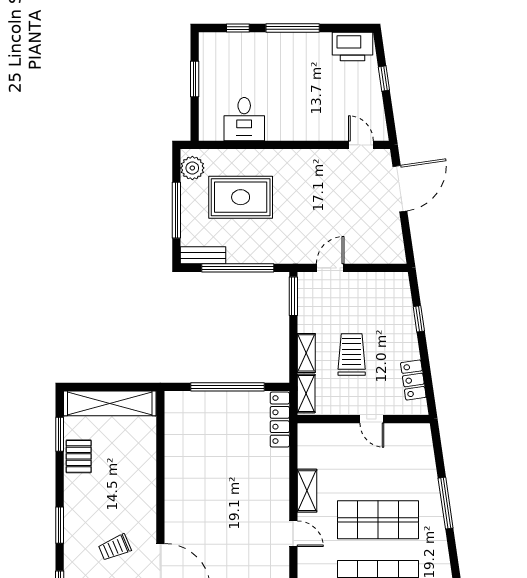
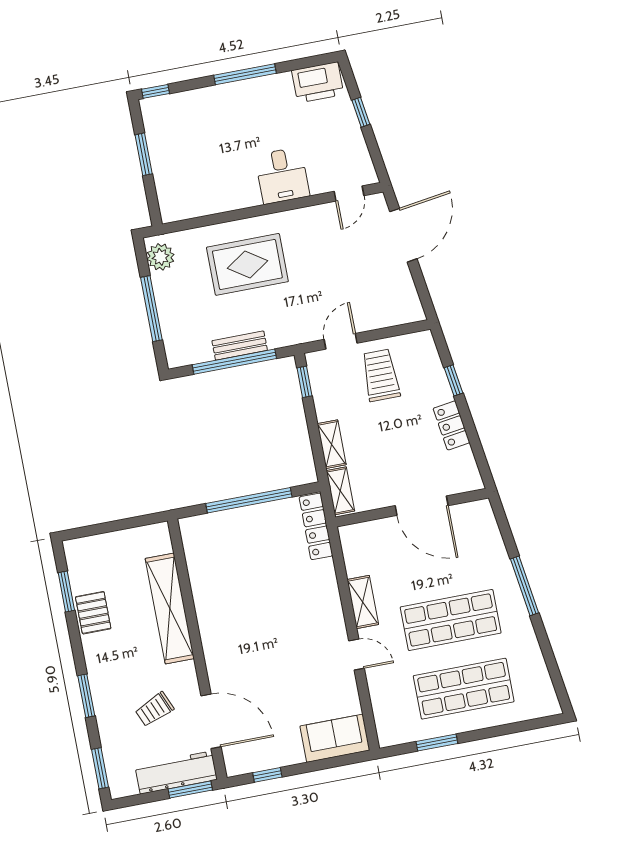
window: (238, 28) -> (155, 91), moved
desk: (244, 119) -> (282, 176), moved
door: (361, 145) -> (349, 193), swing flipped
rug: (241, 197) -> (247, 264), moved
bench: (203, 255) -> (240, 346), moved
window: (293, 296) -> (305, 382), width x0.67
trolley: (352, 355) -> (381, 375), moved
locker: (413, 380) -> (451, 425), moved
shelving: (110, 403) -> (170, 608), moved, turned 90
door: (372, 419) -> (422, 506), width x1.88

